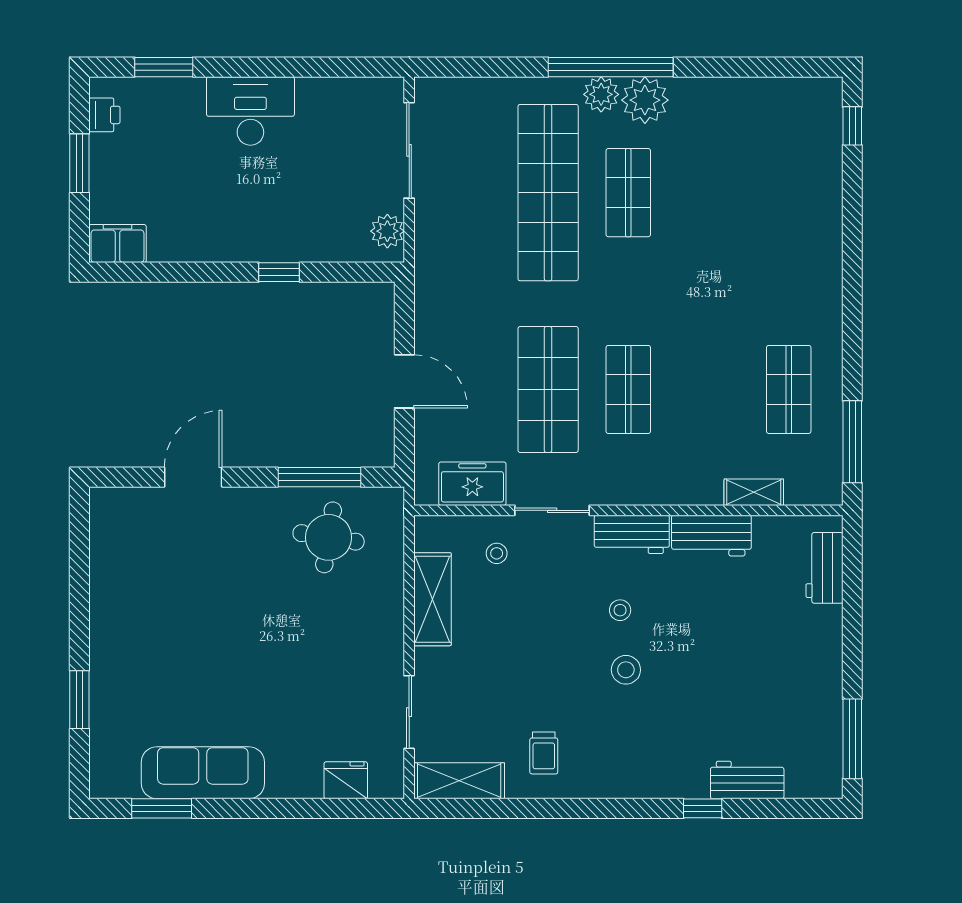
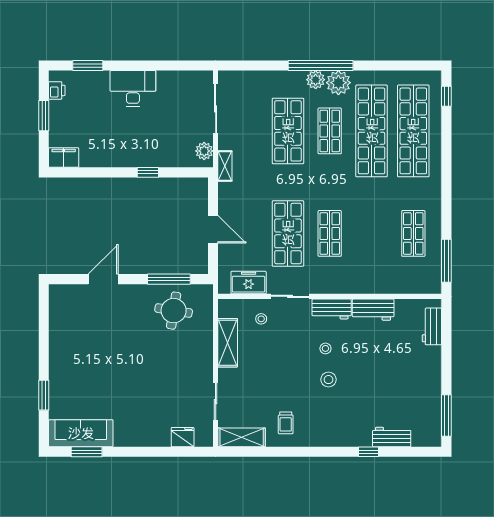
shop shelf: (548, 193) -> (288, 131), width x0.71
shop shelf: (708, 193) -> (372, 131), added
shop shelf: (789, 193) -> (413, 131), added
shelving: (754, 492) -> (225, 166), moved, turned 90
sofa: (203, 773) -> (81, 433), moved

